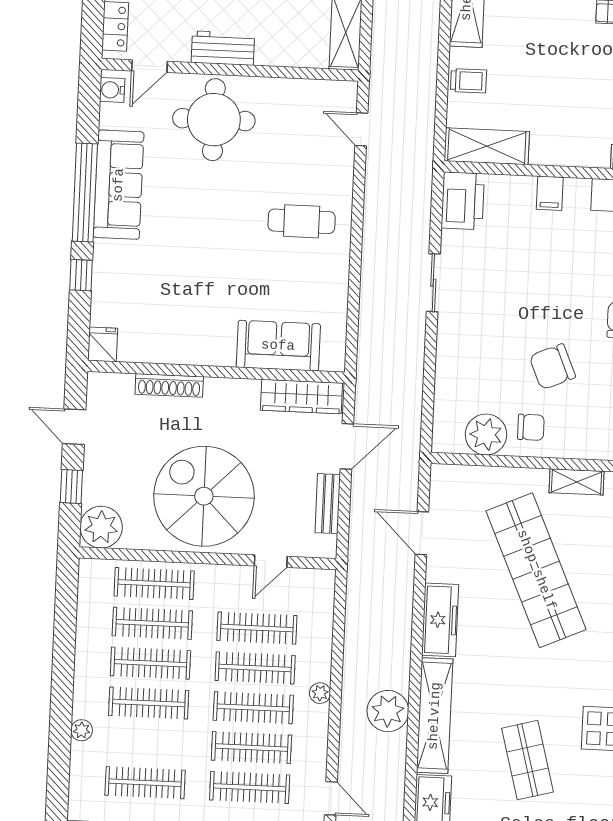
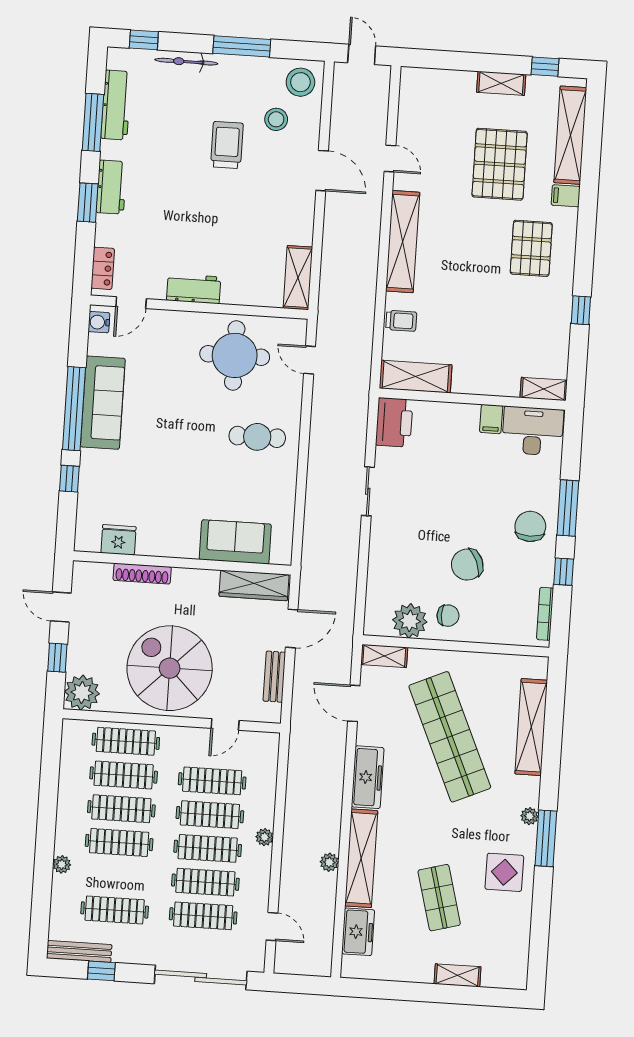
round table: (214, 120) -> (235, 355), moved
filing cabinet: (550, 193) -> (491, 419), moved
fridge: (103, 344) -> (118, 540), moved, width x1.38
shelving: (577, 482) -> (384, 656), moved
plant: (388, 711) -> (329, 862), width x0.53, depth x0.53

